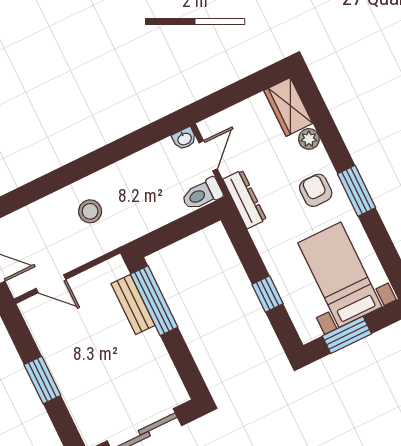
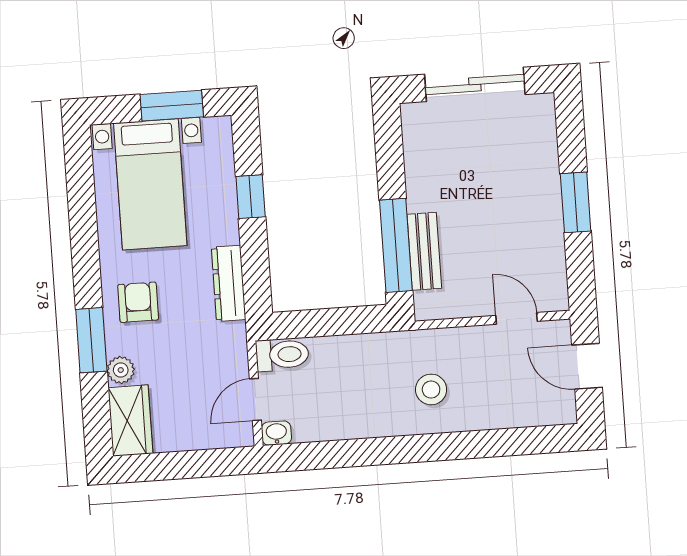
armchair: (316, 190) -> (138, 302), turned 180
window: (357, 191) -> (91, 340), moved
dresser: (245, 199) -> (229, 283), moved

